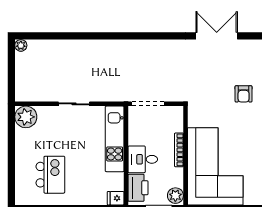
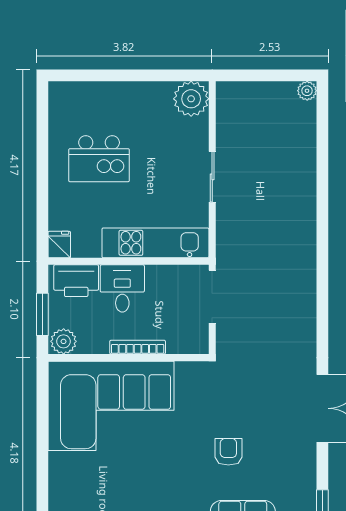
armchair: (244, 94) -> (228, 452), turned 90
kitchen island: (50, 175) -> (99, 159), moved

